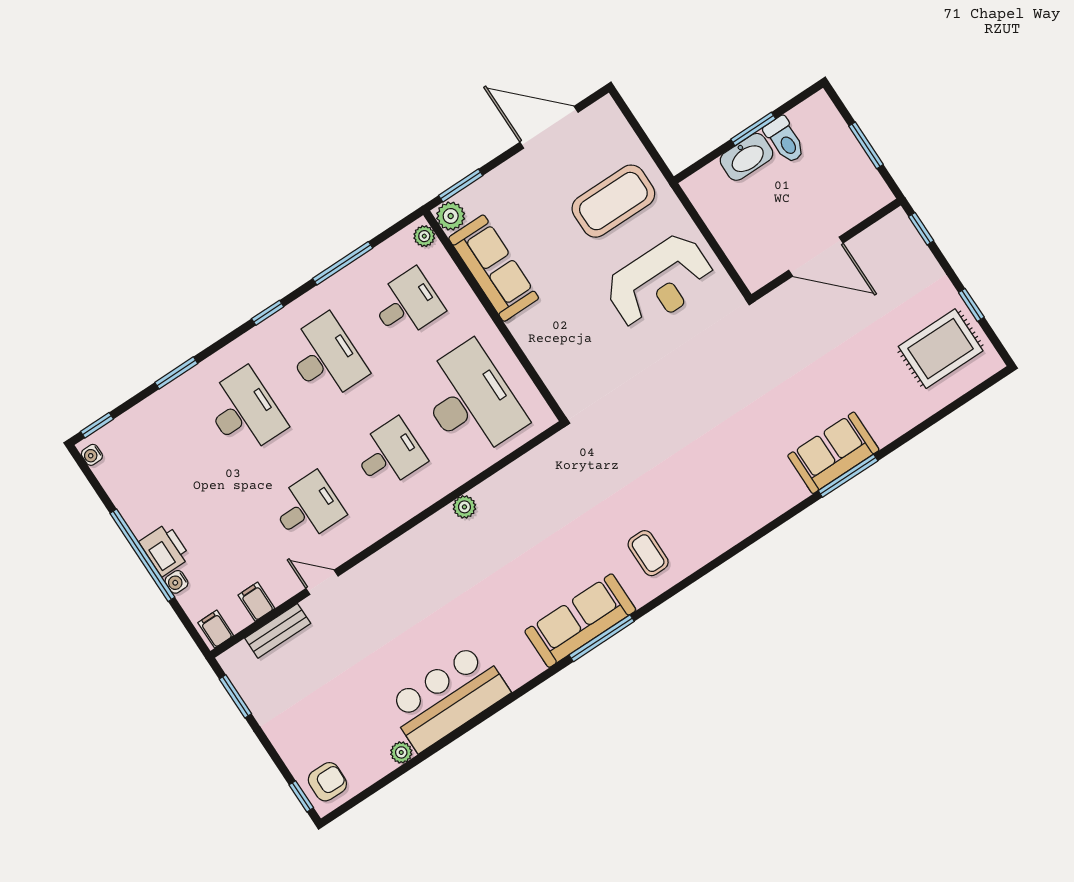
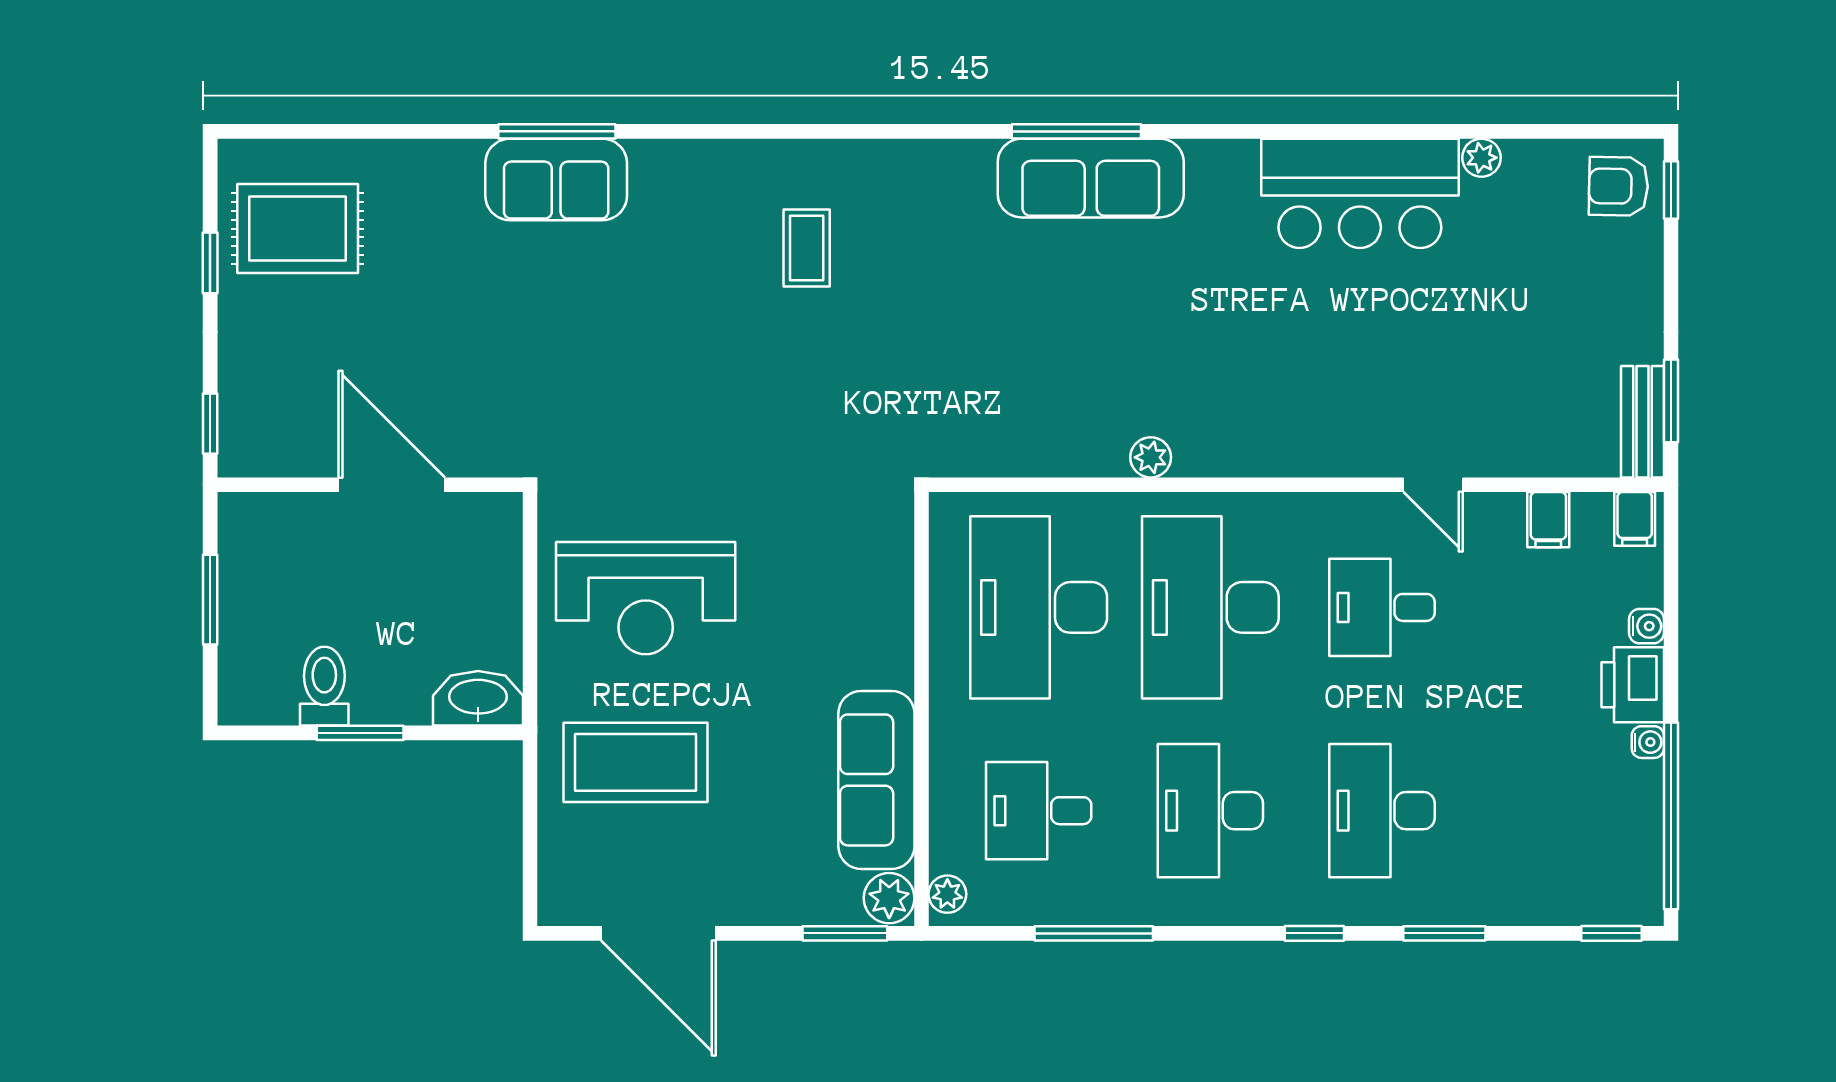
washbasin: (747, 157) -> (478, 698), moved
reception desk: (660, 282) -> (646, 598), turned 180
window: (268, 313) -> (1314, 933), moved
desk: (389, 454) -> (1210, 607), width x1.87, depth x1.30
water cooler: (92, 455) -> (1648, 742), moved
coffee table: (648, 553) -> (807, 248), moved
window: (142, 555) -> (1671, 816), moved
bench: (278, 631) -> (1642, 422), moved, turned 90

